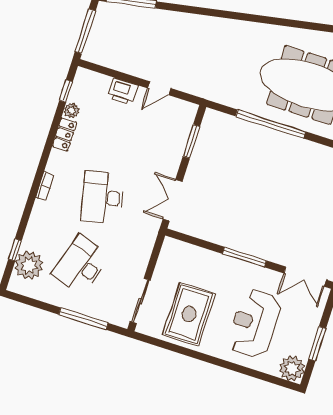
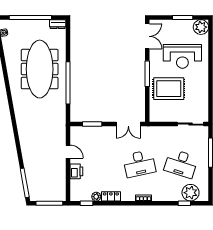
rug: (189, 314) -> (169, 89), moved

